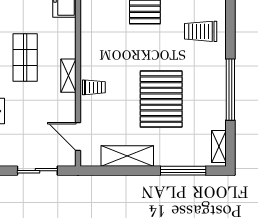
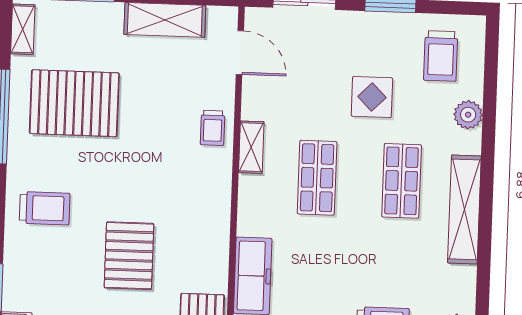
trolley: (94, 87) -> (213, 128), turned -90
pallet: (161, 99) -> (74, 103), moved, turned 90

